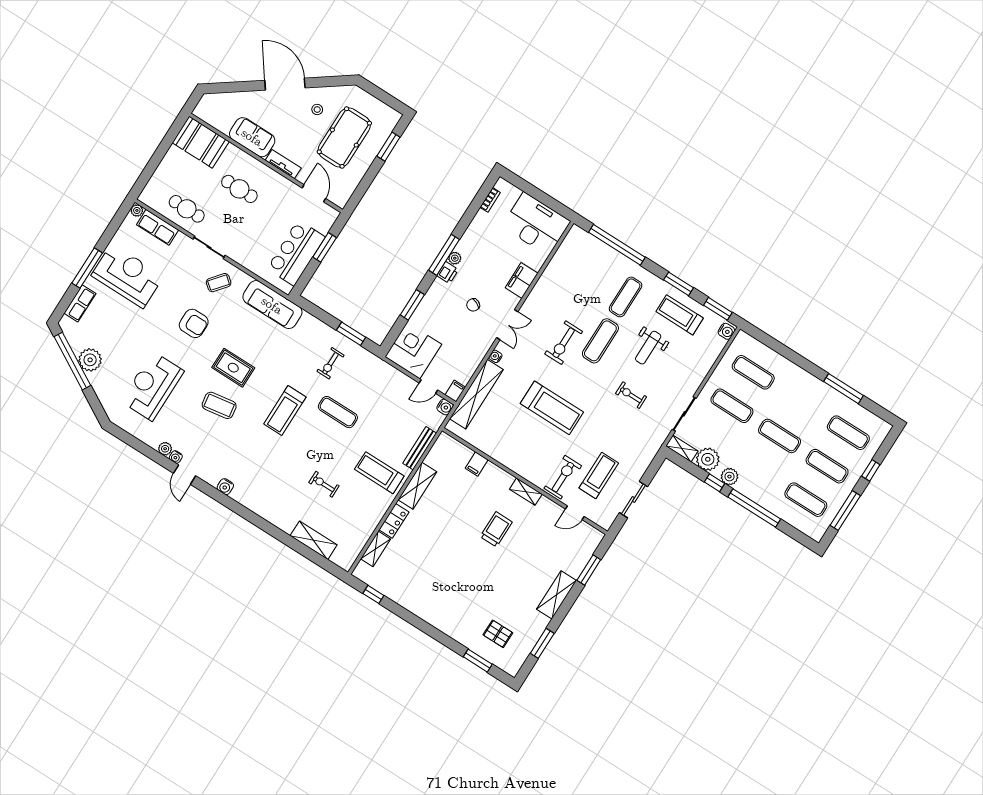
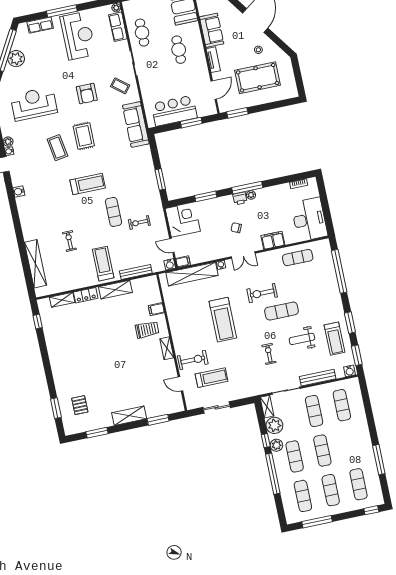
window: (388, 147) -> (237, 113), moved
exercise mat: (626, 297) -> (298, 258), moved
treadmill: (680, 315) -> (335, 339), turned 180
exercise bike: (330, 363) -> (139, 222), moved
bench: (702, 370) -> (318, 378), added
treadmill: (285, 411) -> (88, 184), turned 180
exercise mat: (758, 469) -> (295, 456), added
window: (871, 470) -> (371, 510), moved
trolley: (496, 529) -> (147, 330), moved
shelving: (314, 540) -> (35, 264), width x1.47

